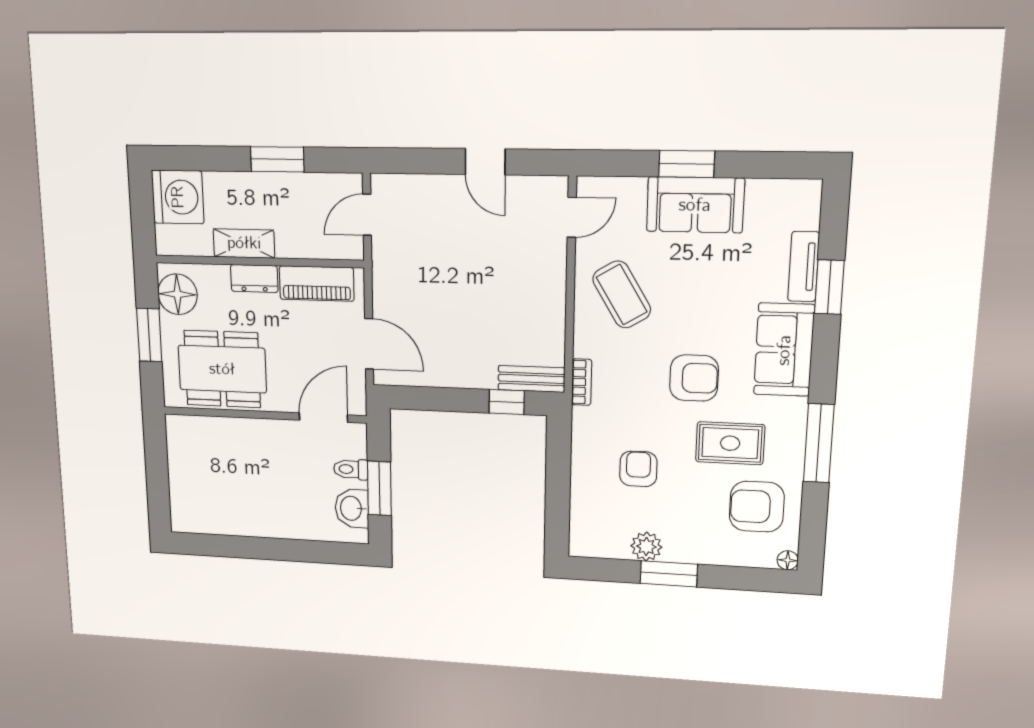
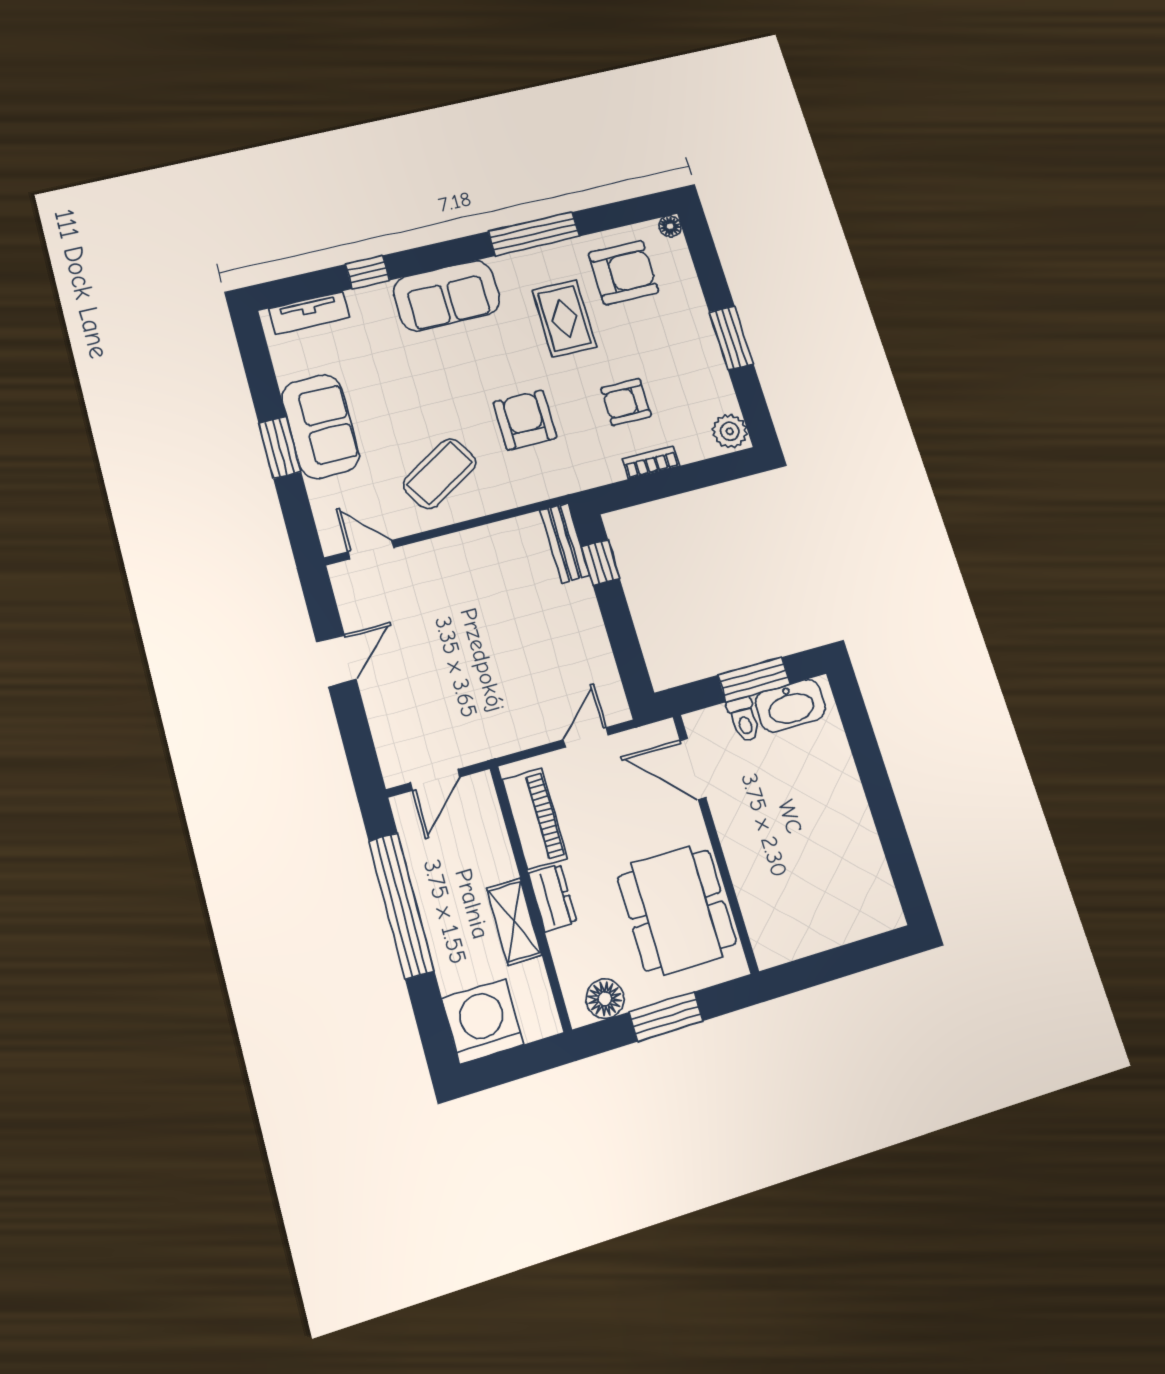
window: (277, 159) -> (401, 906), width x2.11
door: (367, 215) -> (435, 780), hinge flipped
tv unit: (804, 267) -> (309, 313), moved
window: (829, 287) -> (368, 272), width x0.67
floor lamp: (177, 294) -> (605, 999), width x0.73, depth x0.73
door: (369, 344) -> (586, 737), width x0.73
armchair: (694, 378) -> (525, 420), moved
bookcase: (582, 382) -> (651, 462), moved
armchair: (757, 507) -> (623, 273), turned -90
washbasin: (352, 508) -> (790, 706), width x1.38
plant: (646, 547) -> (730, 431), moved

